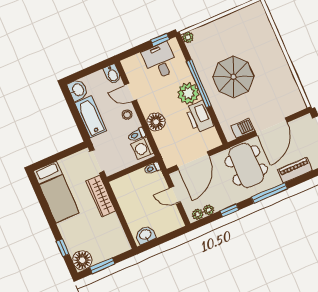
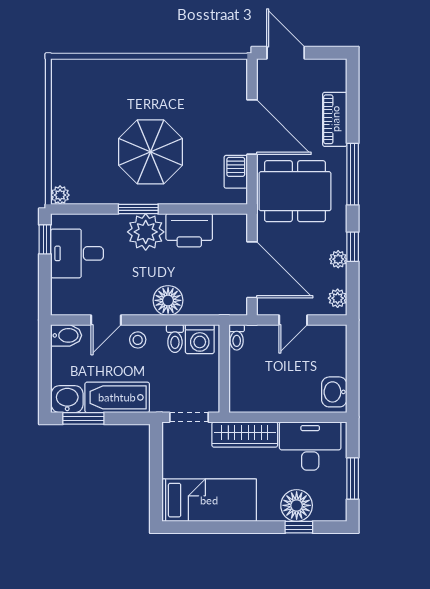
window: (199, 84) -> (138, 209), width x0.47
window: (71, 103) -> (83, 418), added
plant: (209, 210) -> (338, 259), moved
desk: (110, 235) -> (310, 446), added
floor lamp: (82, 260) -> (297, 505), moved

